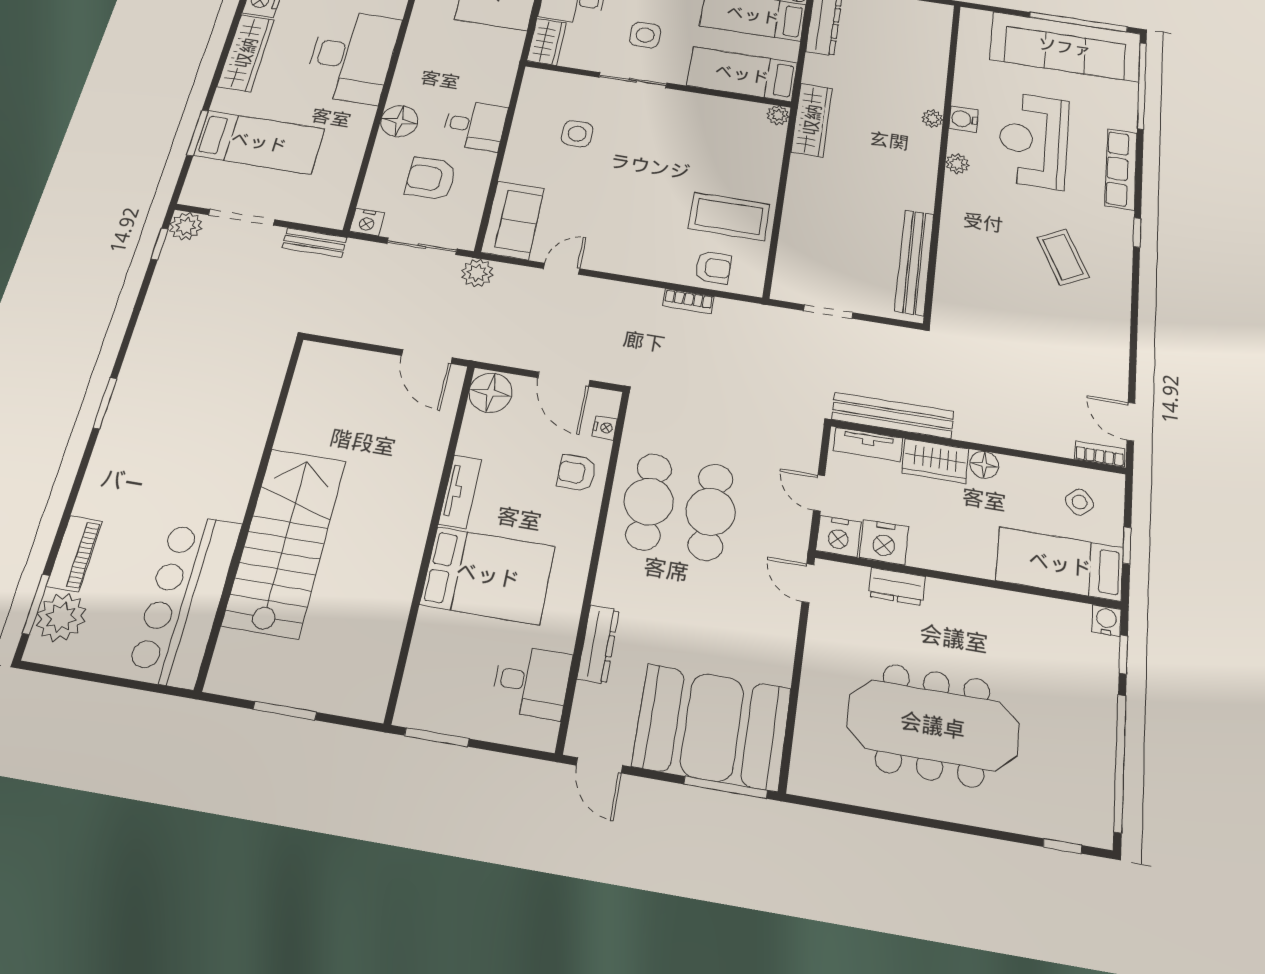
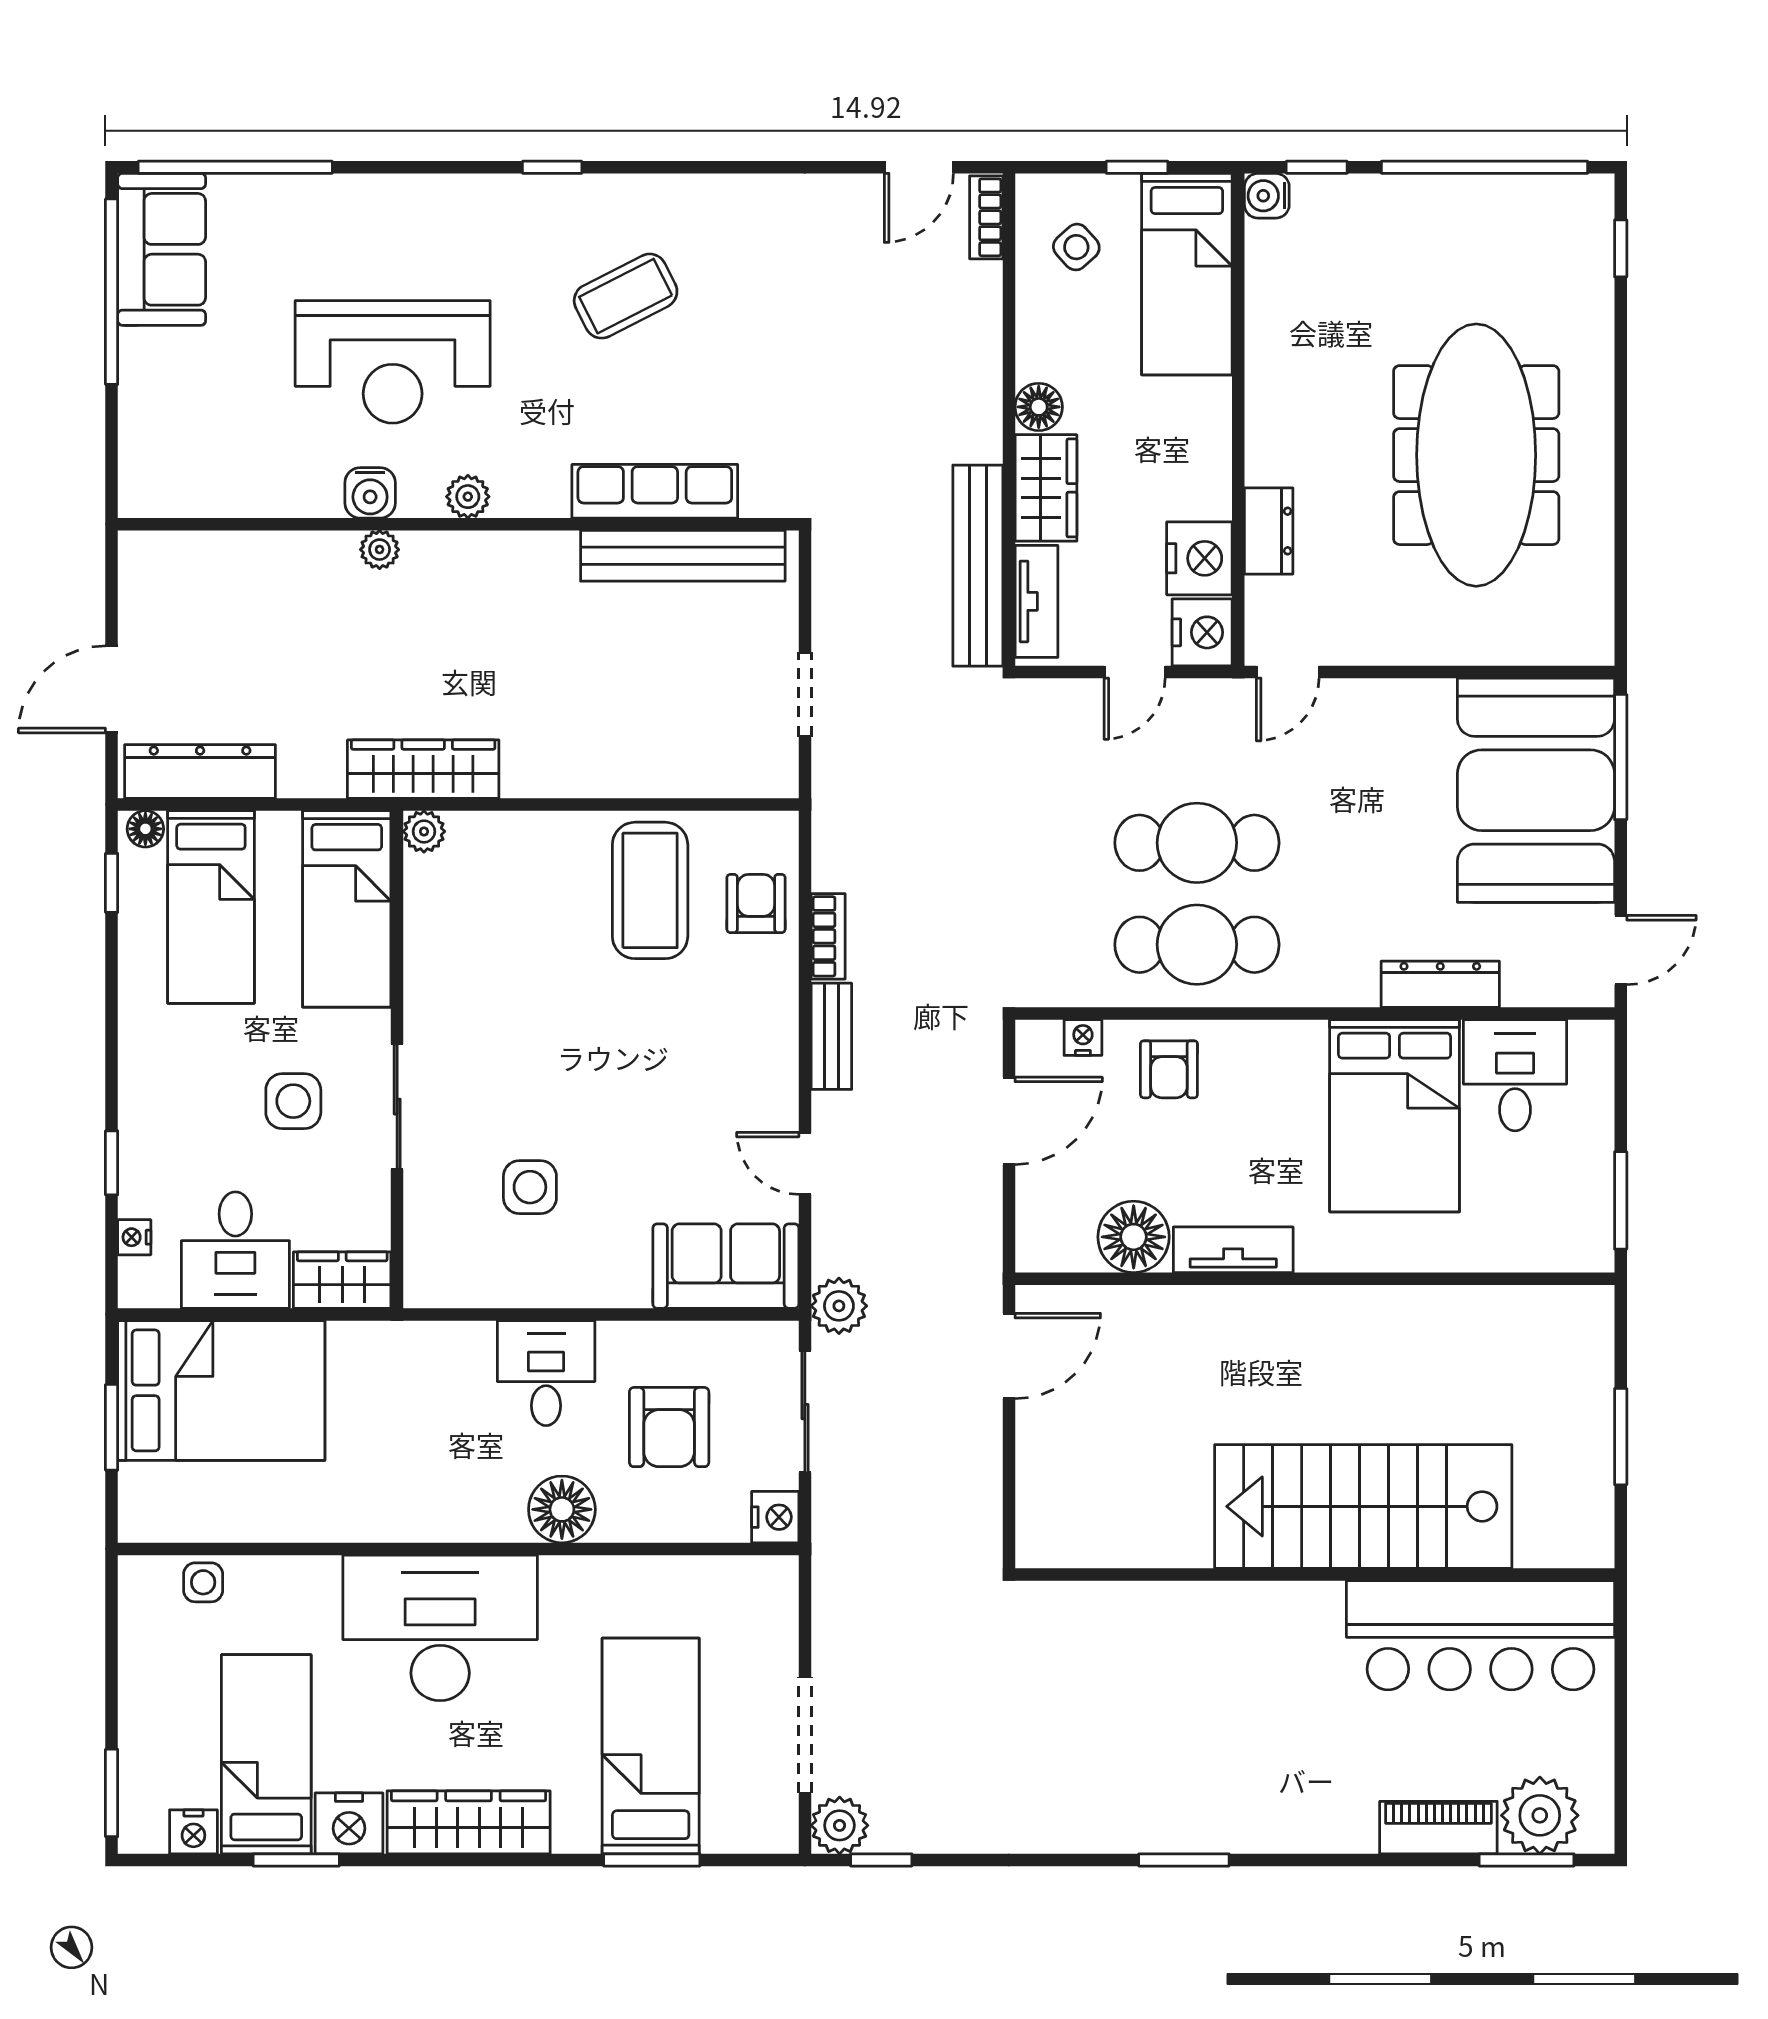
sofa: (1065, 47) -> (162, 249), width x0.54, depth x0.79
row of seats: (1121, 169) -> (655, 491), moved, turned 180
bench: (314, 243) -> (831, 1036), moved
floor lamp: (490, 393) -> (1134, 1237), moved
bed: (488, 575) -> (1395, 1116), moved, turned 180

